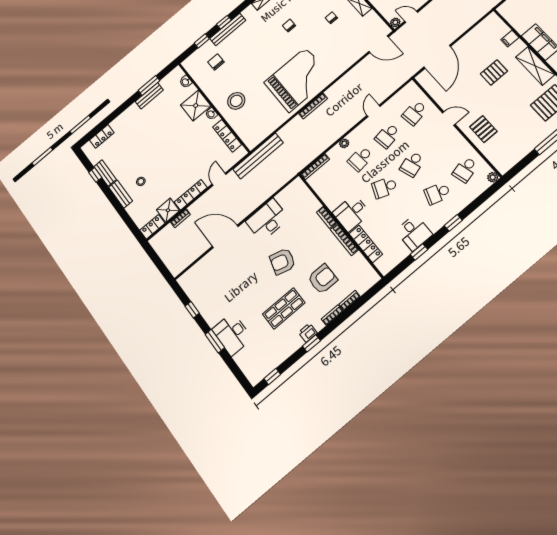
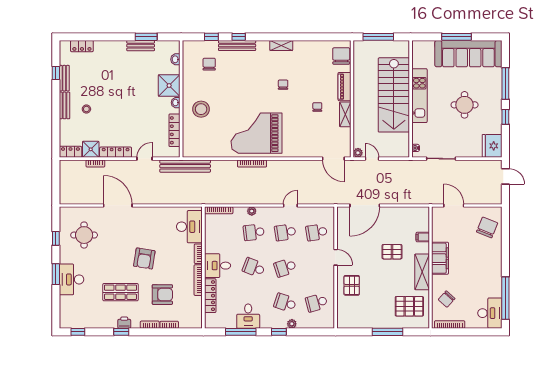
grand piano: (297, 80) -> (257, 133), turned 180
plant: (493, 177) -> (292, 324), moved
desk: (267, 220) -> (189, 227), moved, turned 90
window: (419, 252) -> (241, 332), width x2.17
armchair: (282, 261) -> (144, 258), turned -97
round table: (215, 286) -> (84, 235), added

